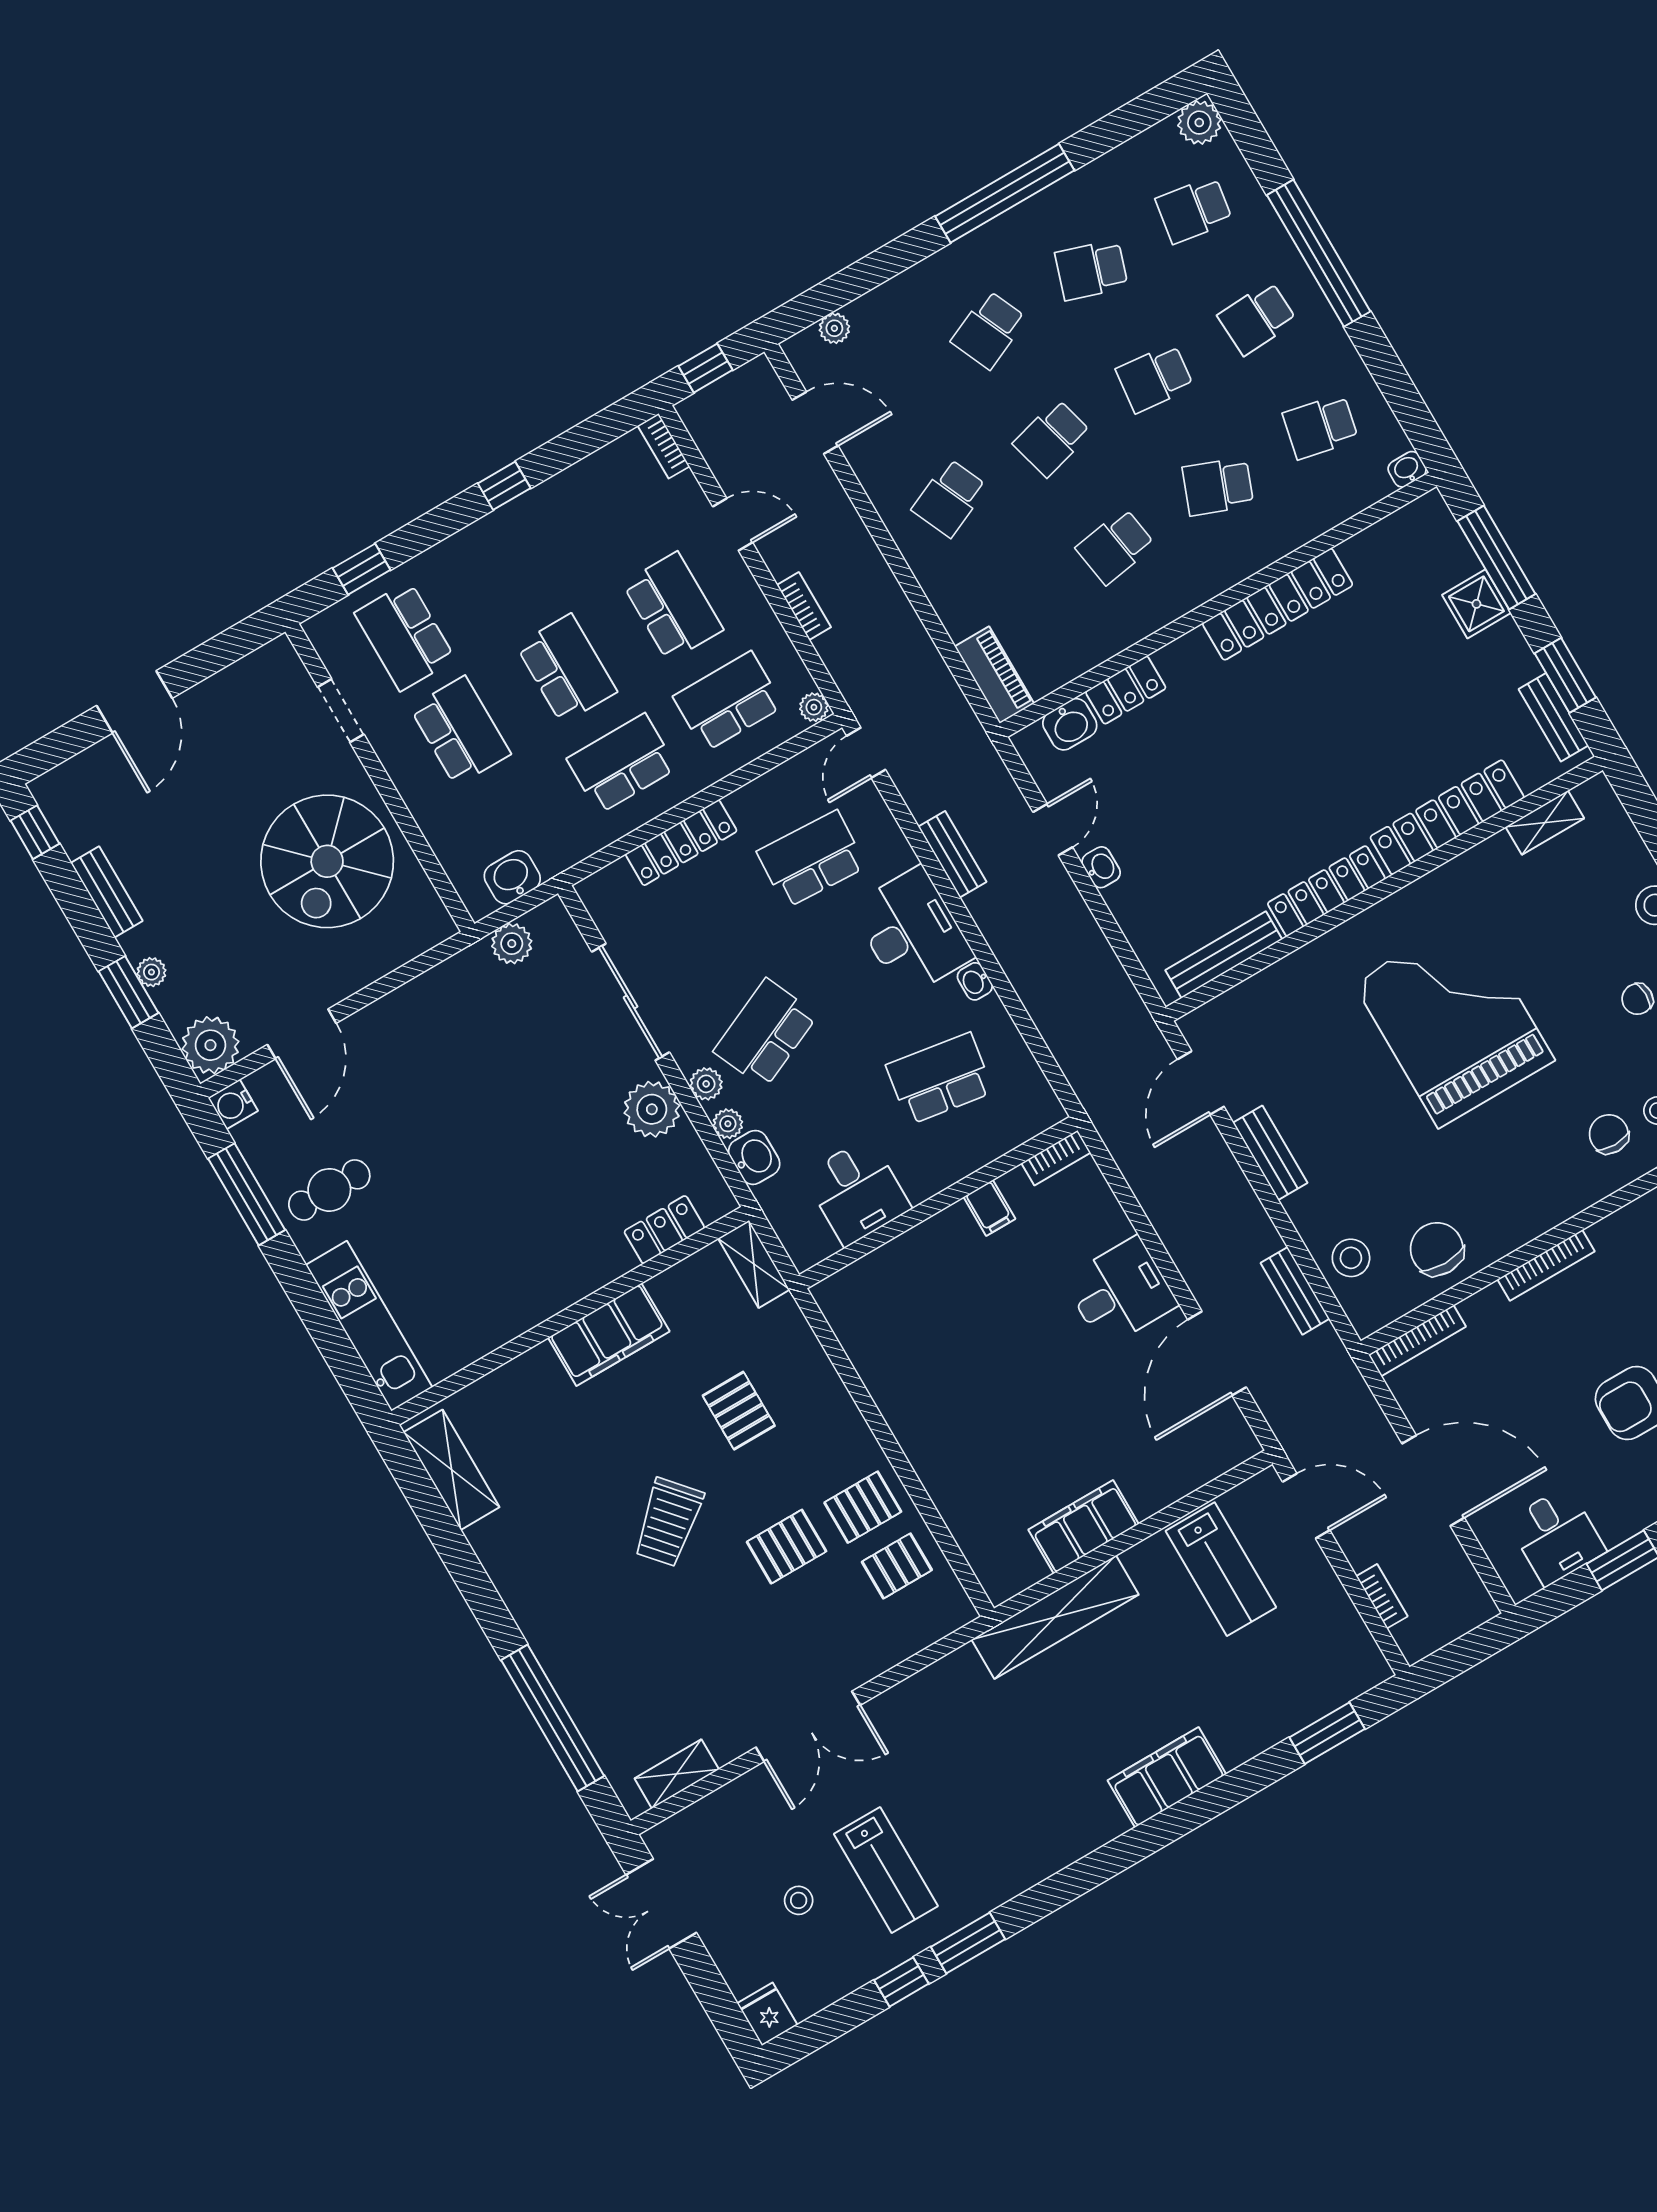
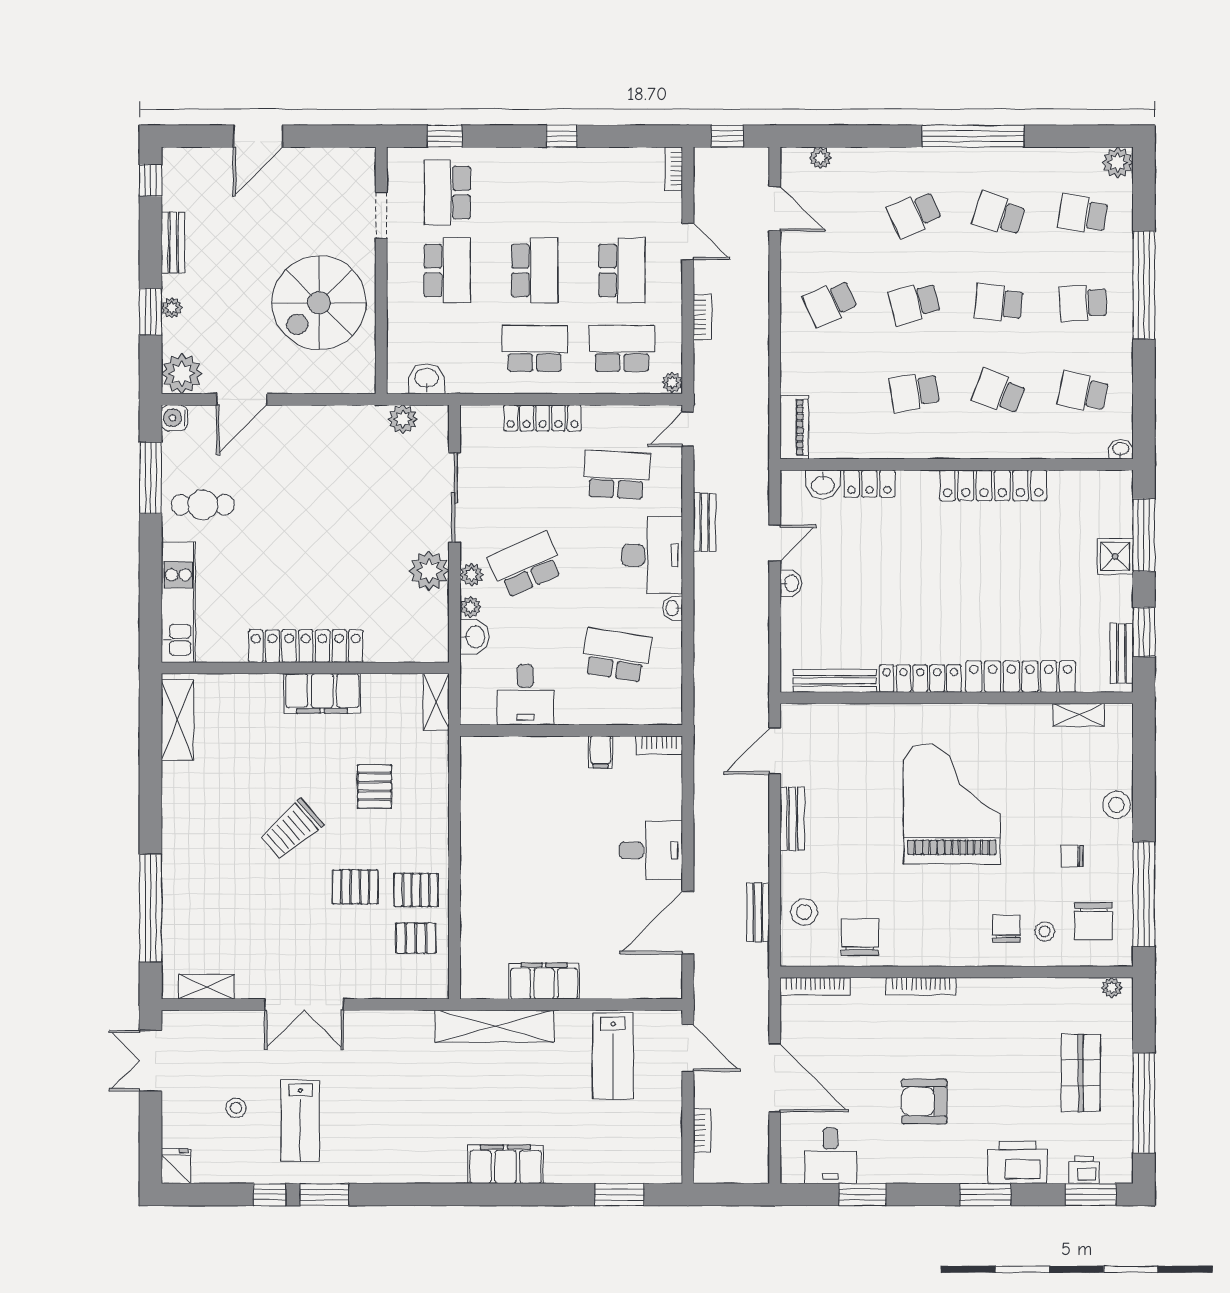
locker: (664, 1230) -> (306, 646), moved, width x2.16, depth x1.21

